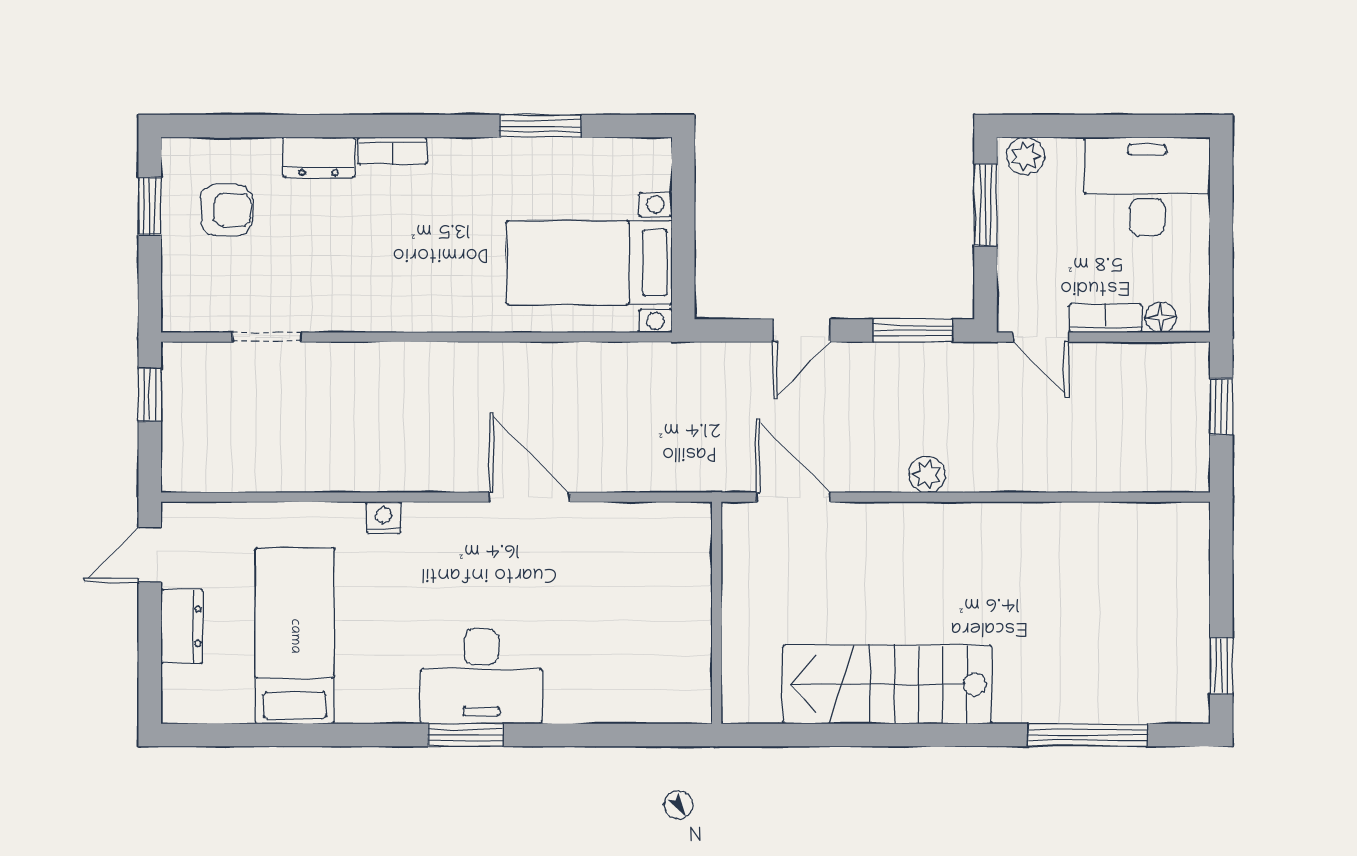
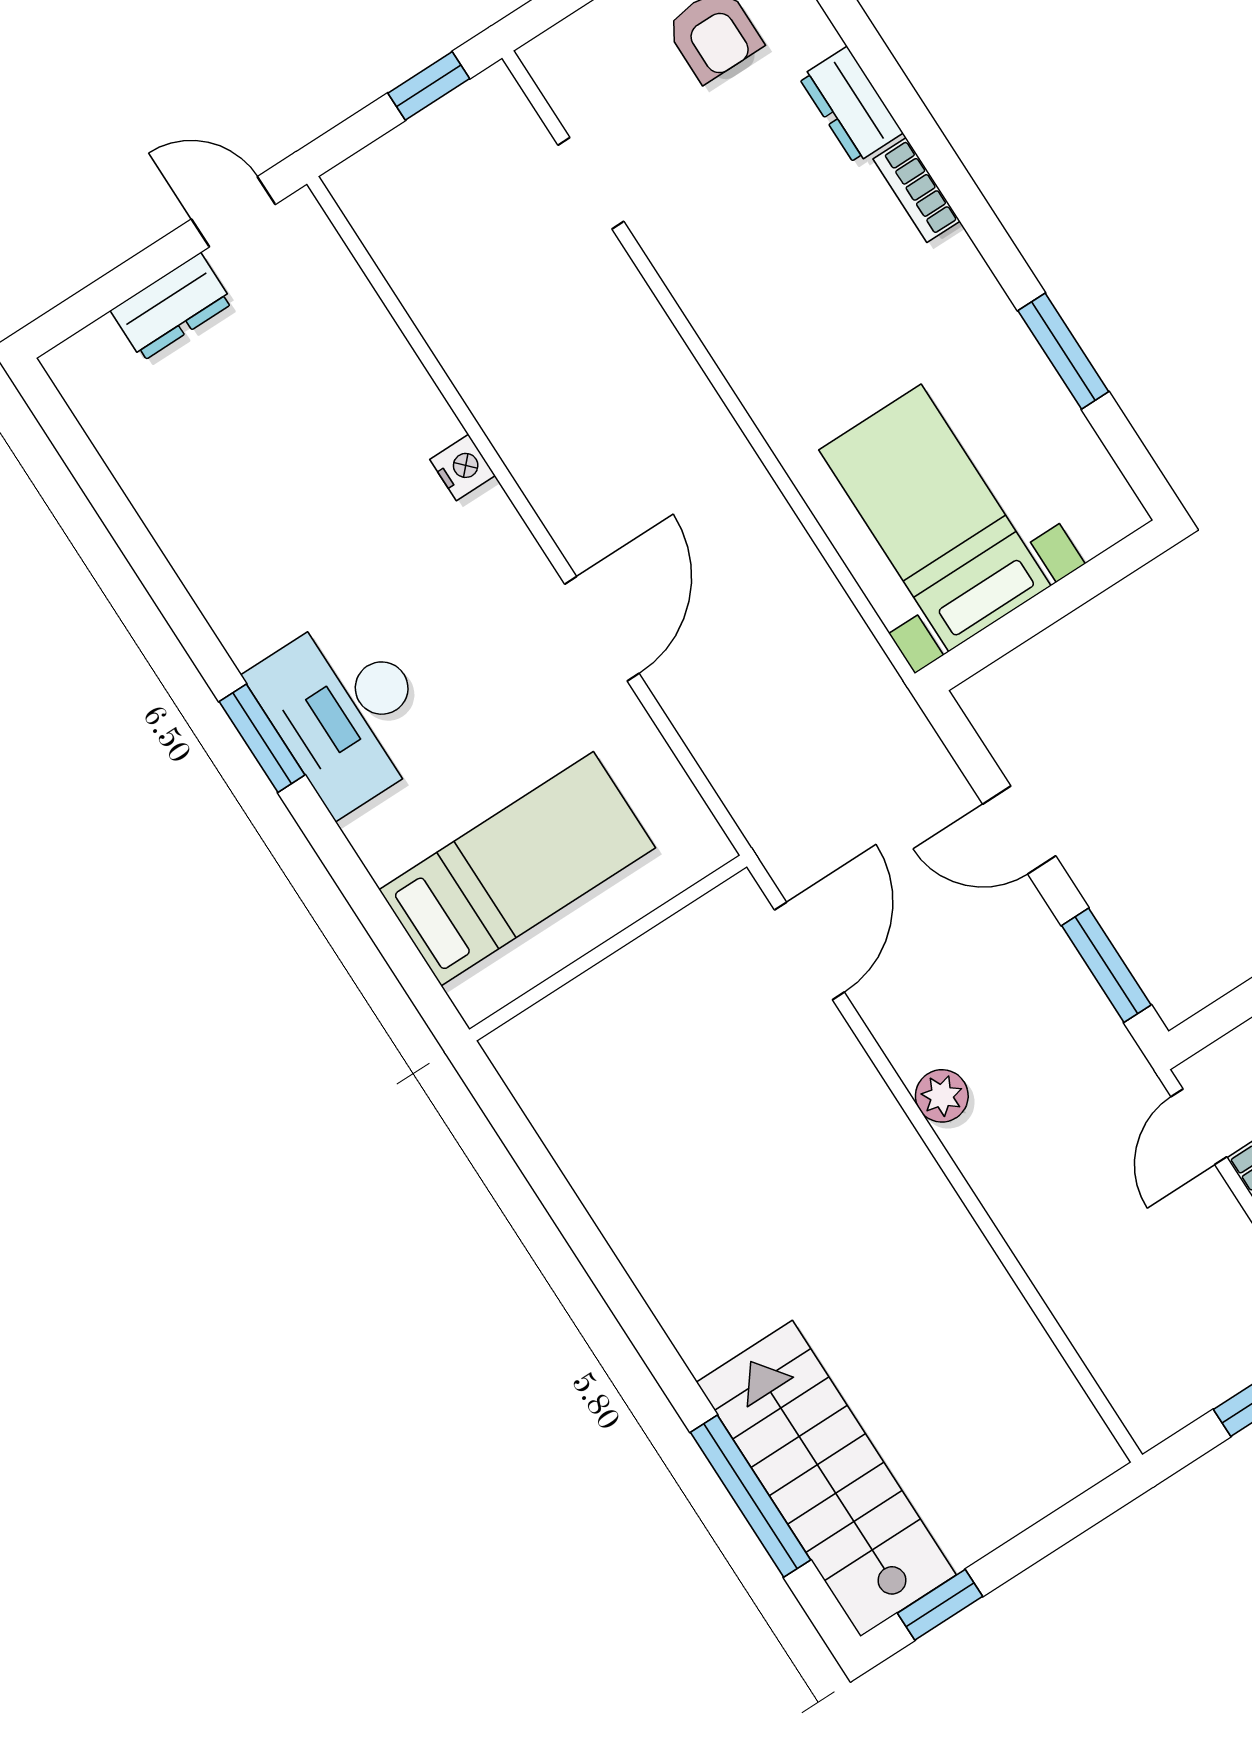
bed: (295, 636) -> (517, 869), moved
stairs: (887, 684) -> (826, 1479), moved

